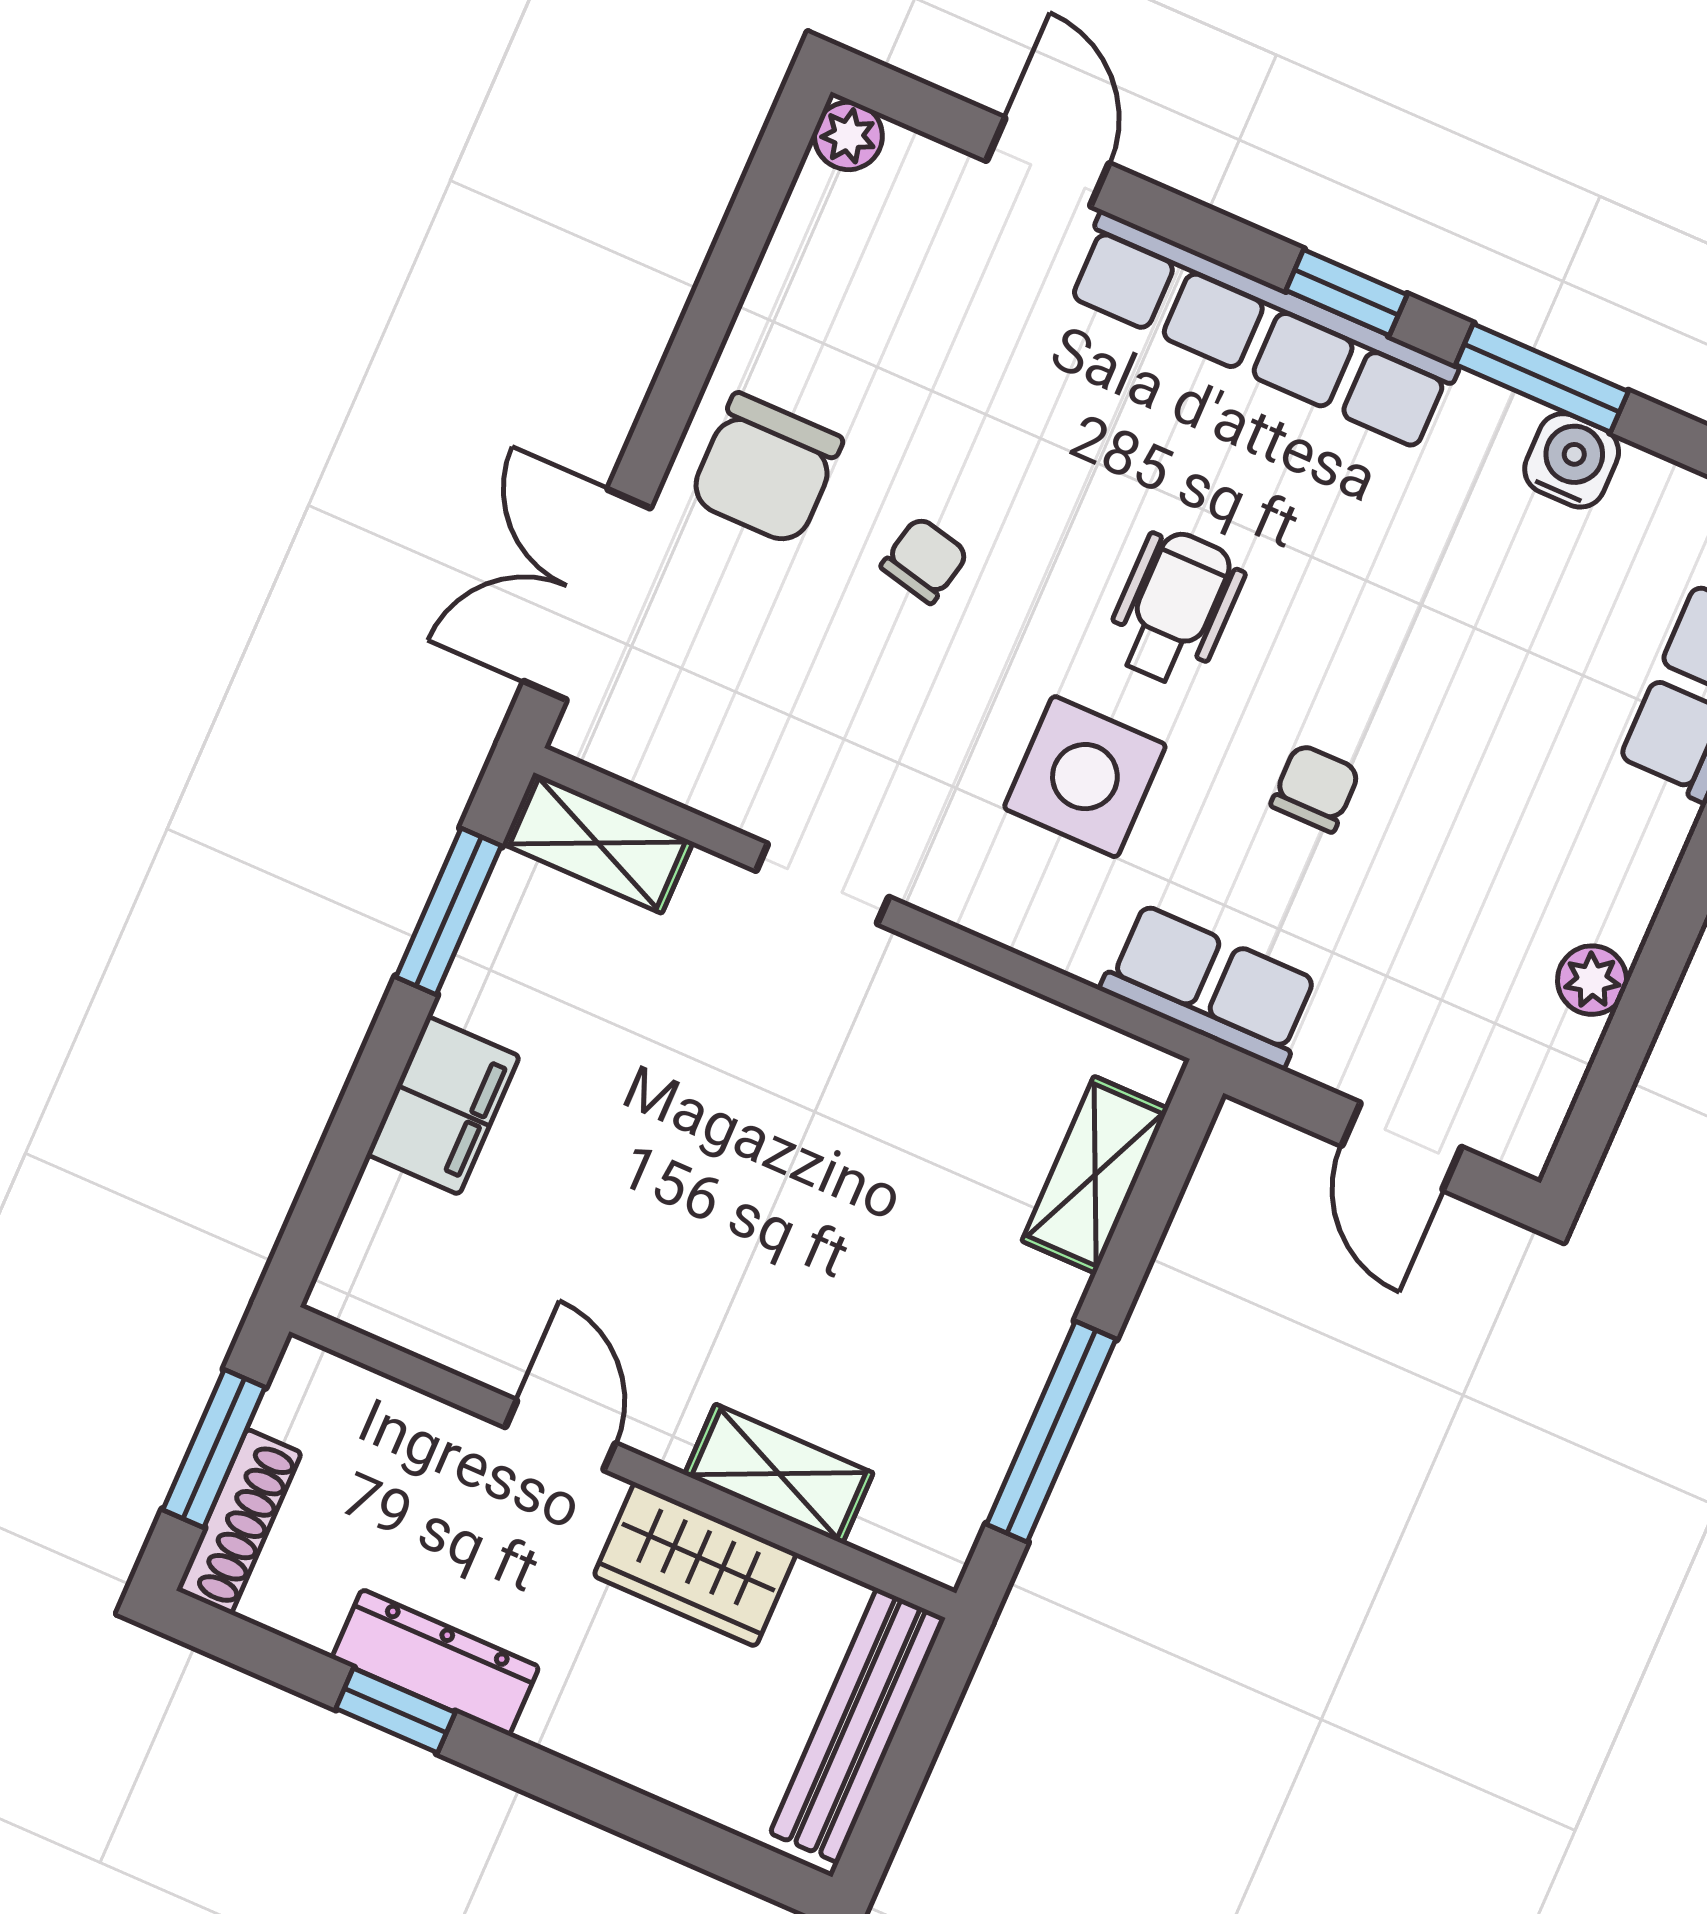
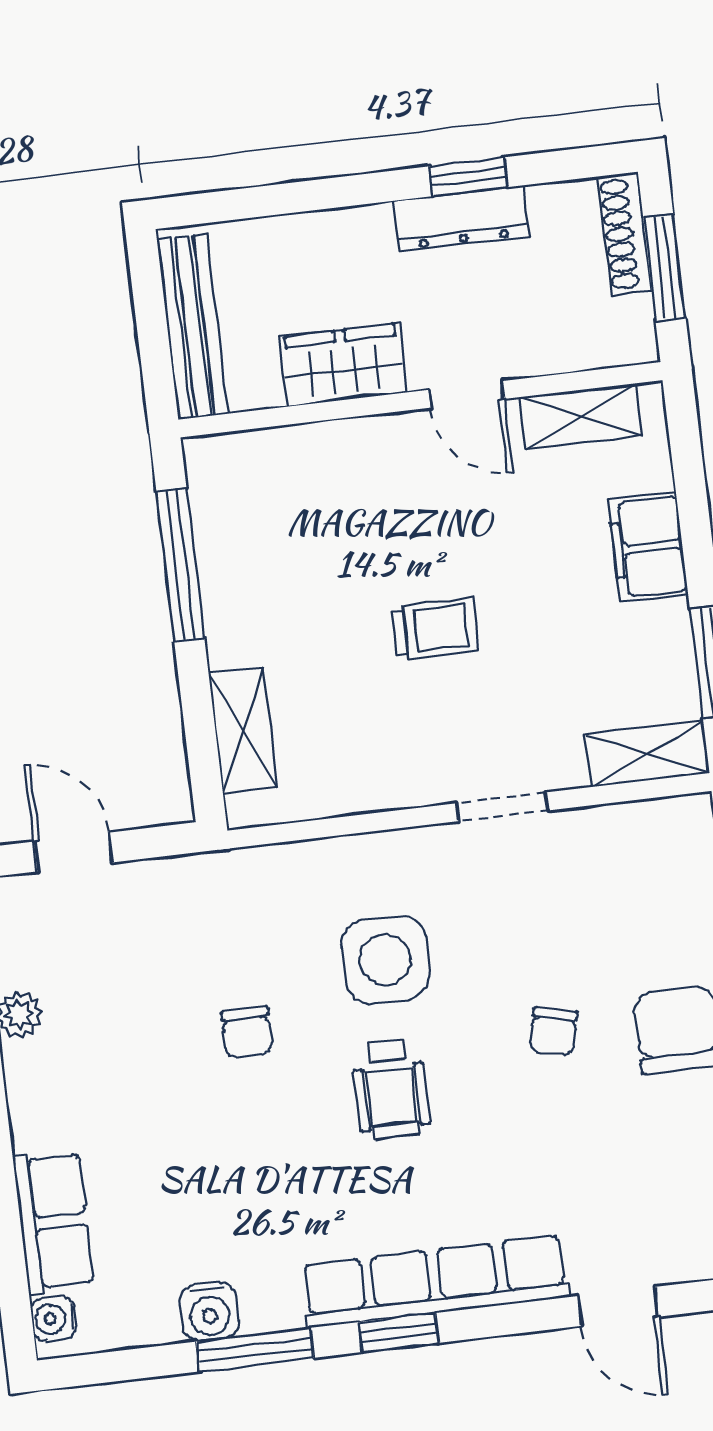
row of seats: (1210, 986) -> (240, 880), removed
trolley: (775, 1160) -> (435, 629), added
shelving: (779, 1474) -> (581, 416), moved

